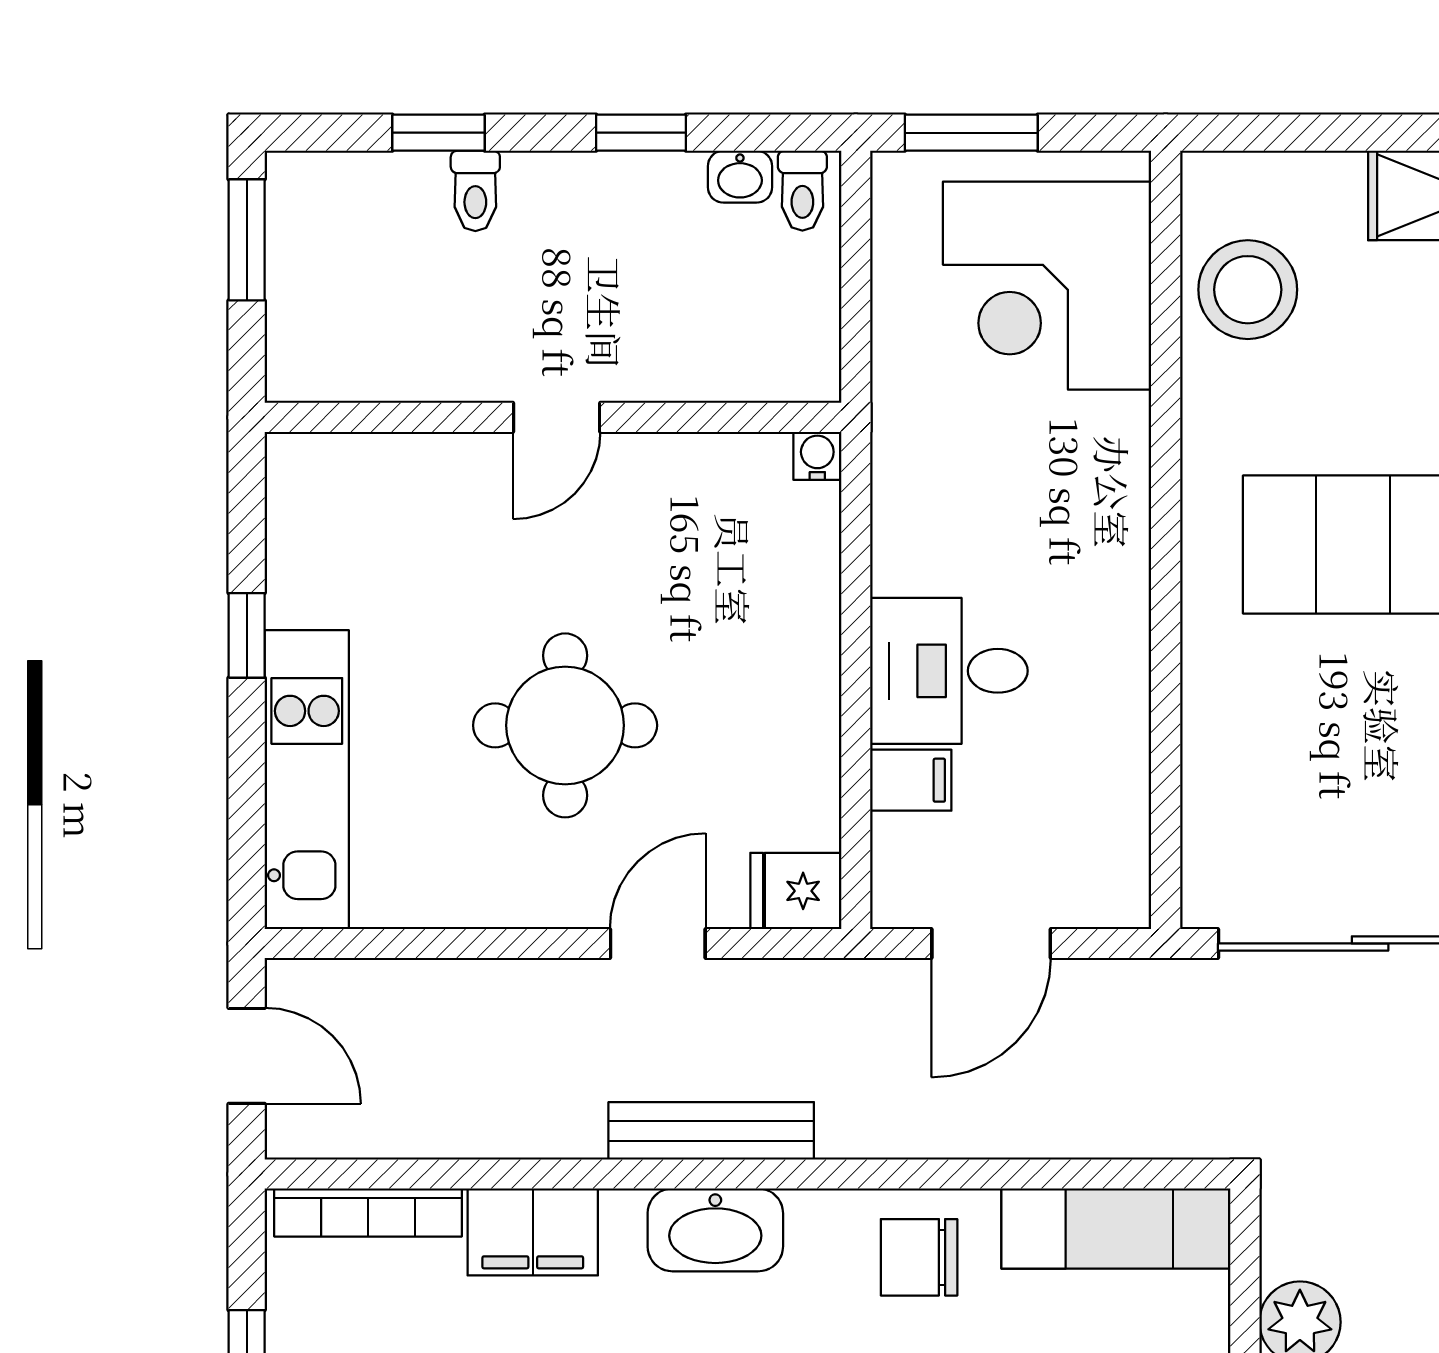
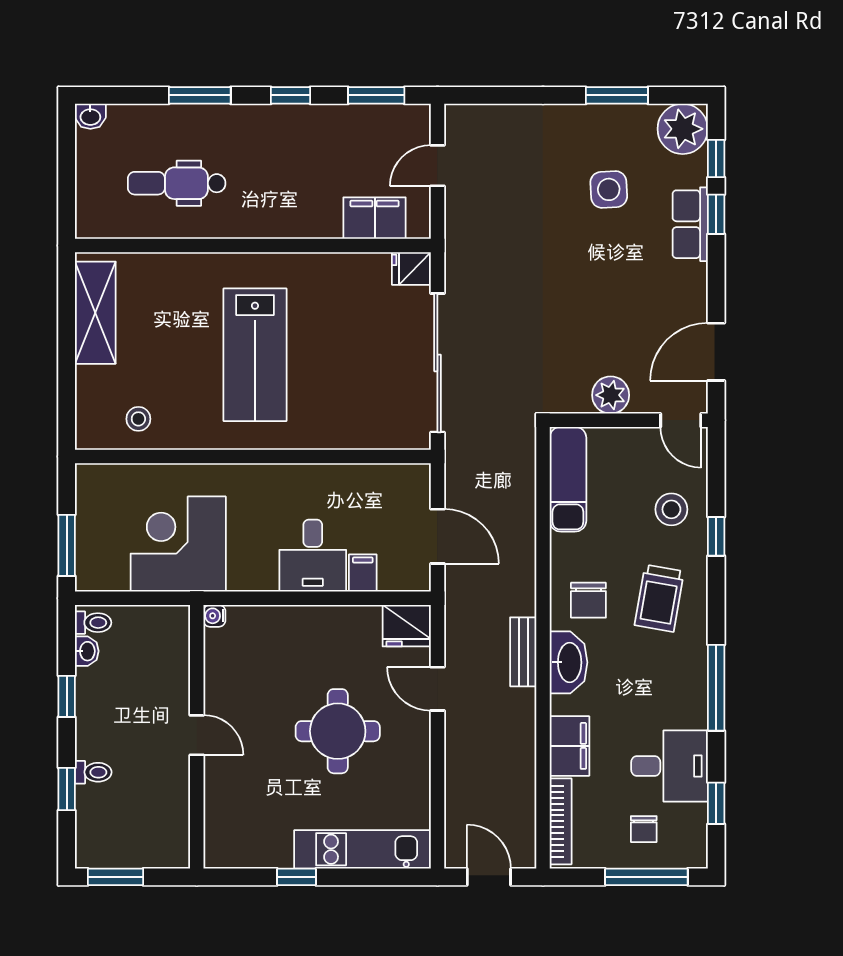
corner desk: (1047, 286) -> (178, 544), moved, turned 180
stool: (1248, 290) -> (138, 419), width x0.53, depth x0.53
fridge: (796, 891) -> (407, 626), width x1.38
door: (247, 1056) -> (489, 877), hinge flipped
bench: (711, 1131) -> (523, 652), width x0.73
chair: (919, 1257) -> (588, 600), moved

